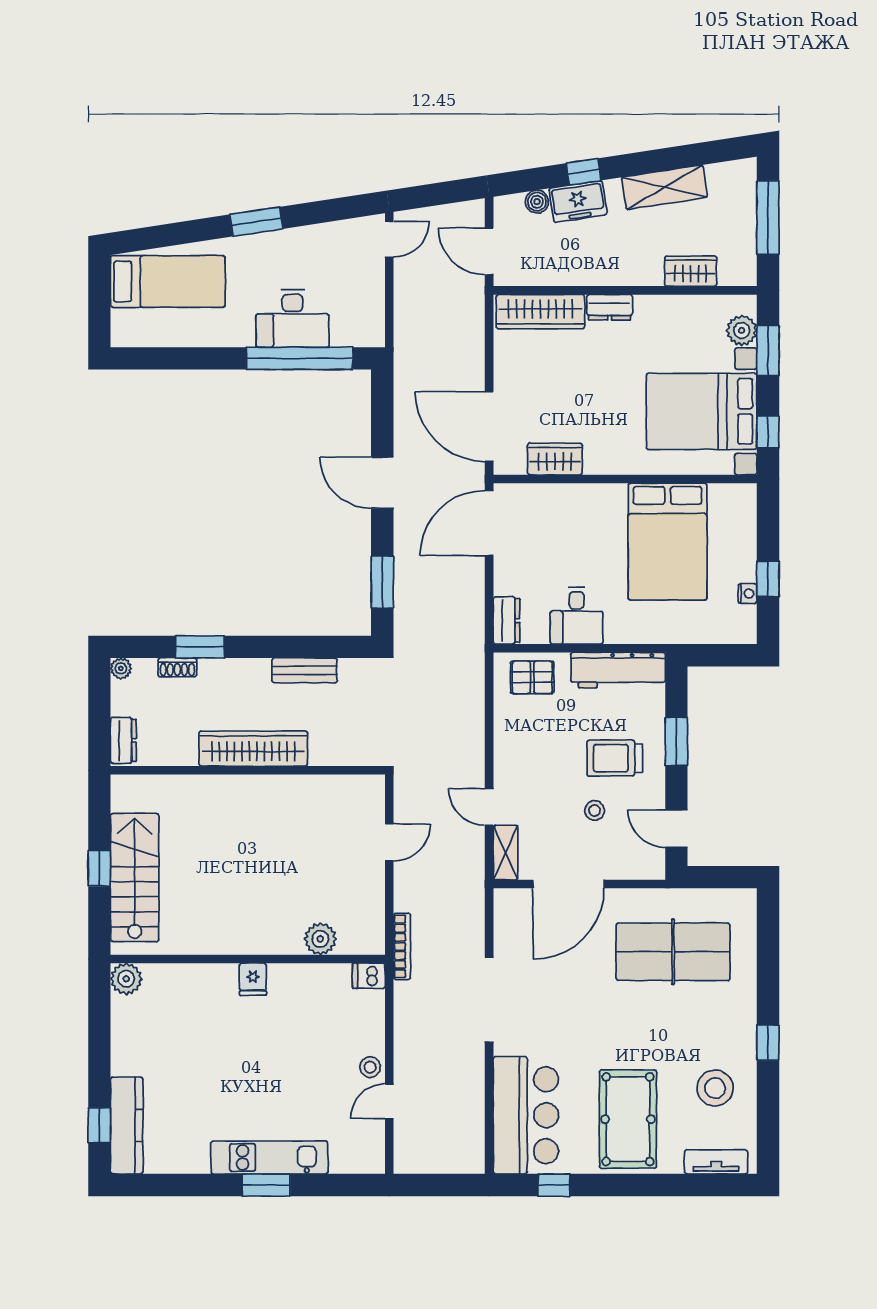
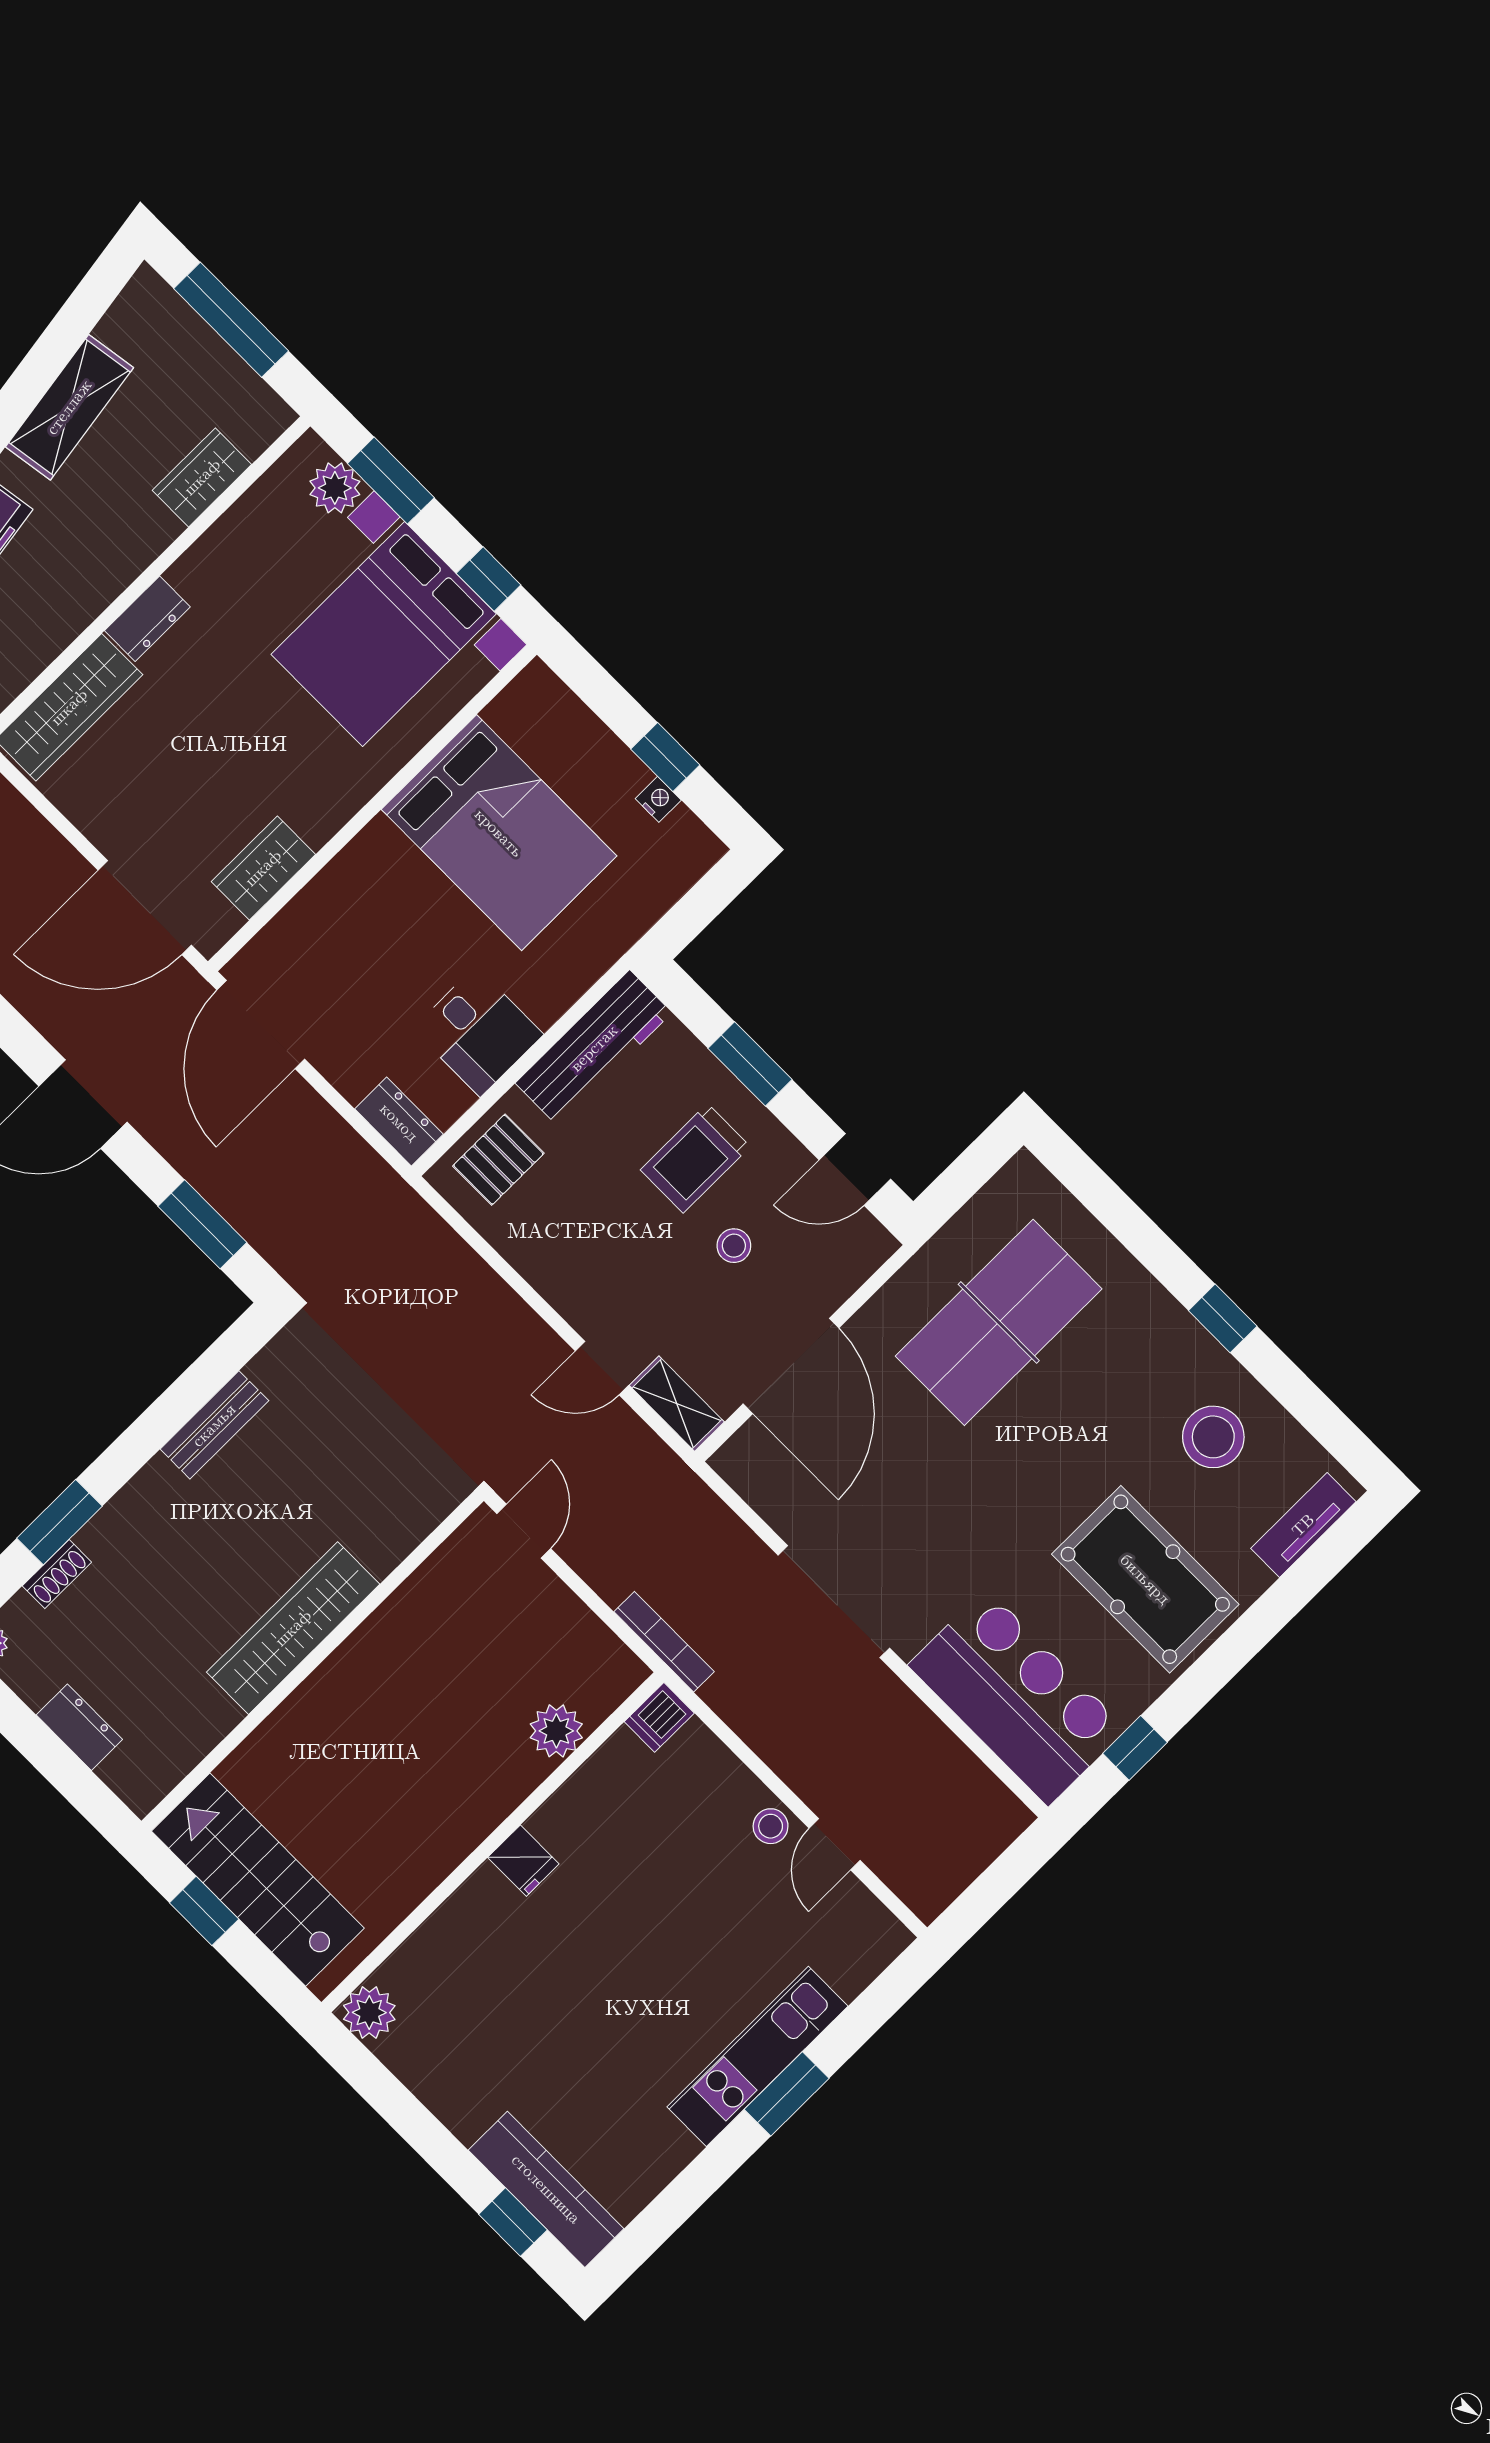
wardrobe: (253, 749) -> (293, 1628), moved
wall: (248, 770) -> (313, 1661), moved

